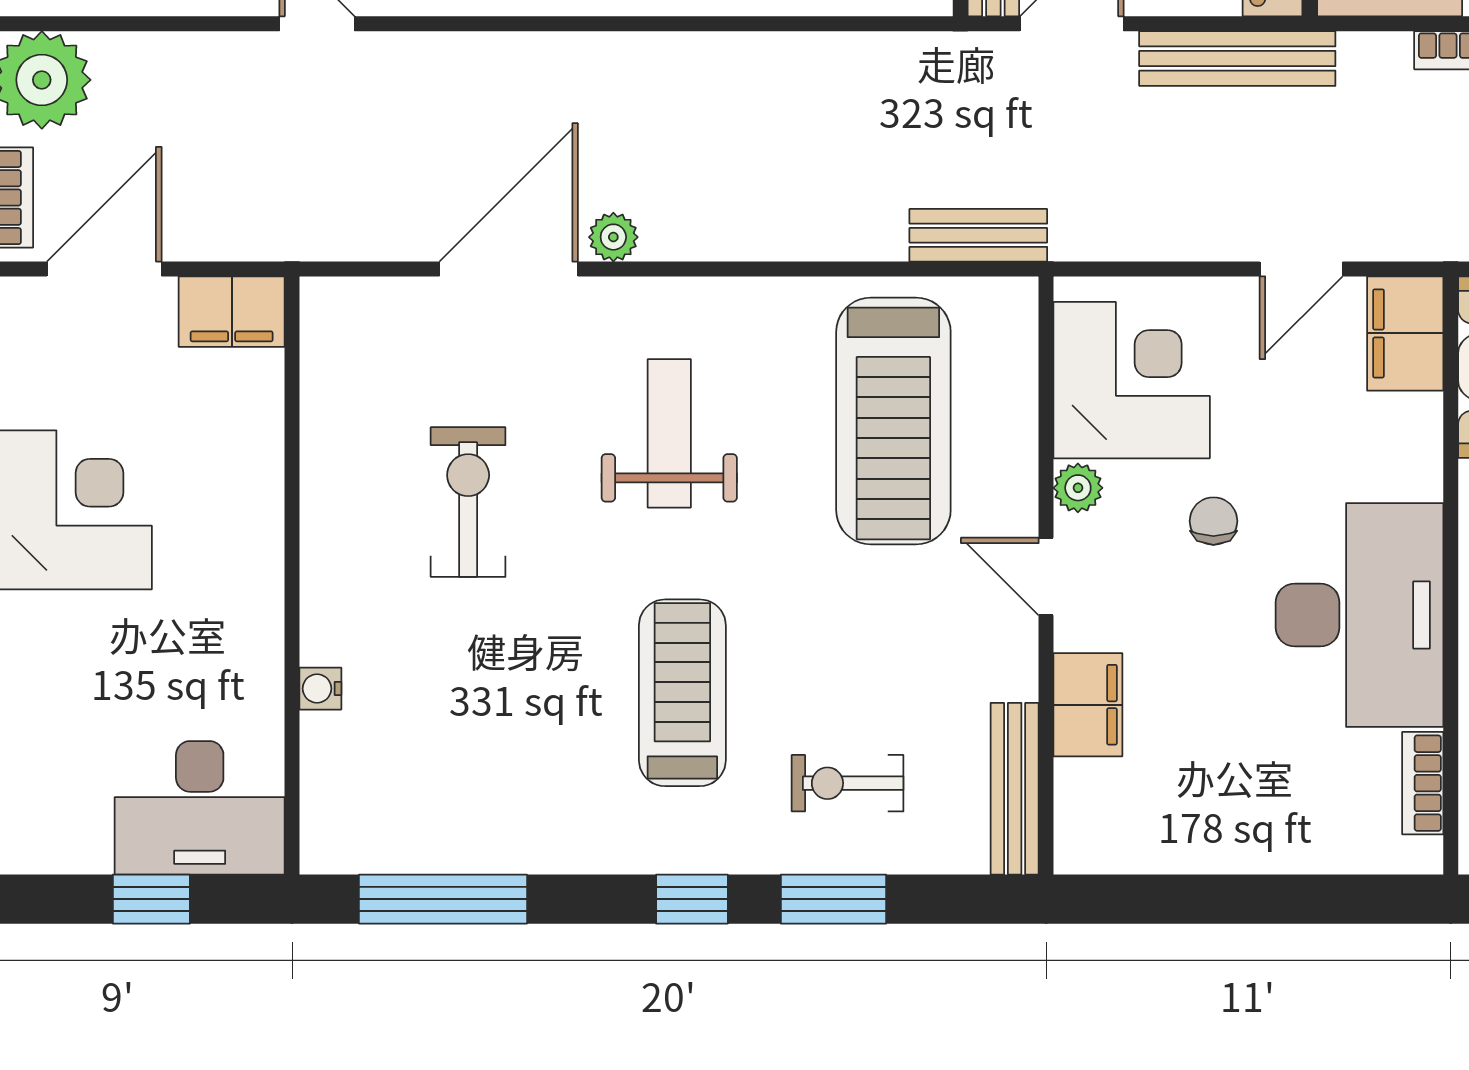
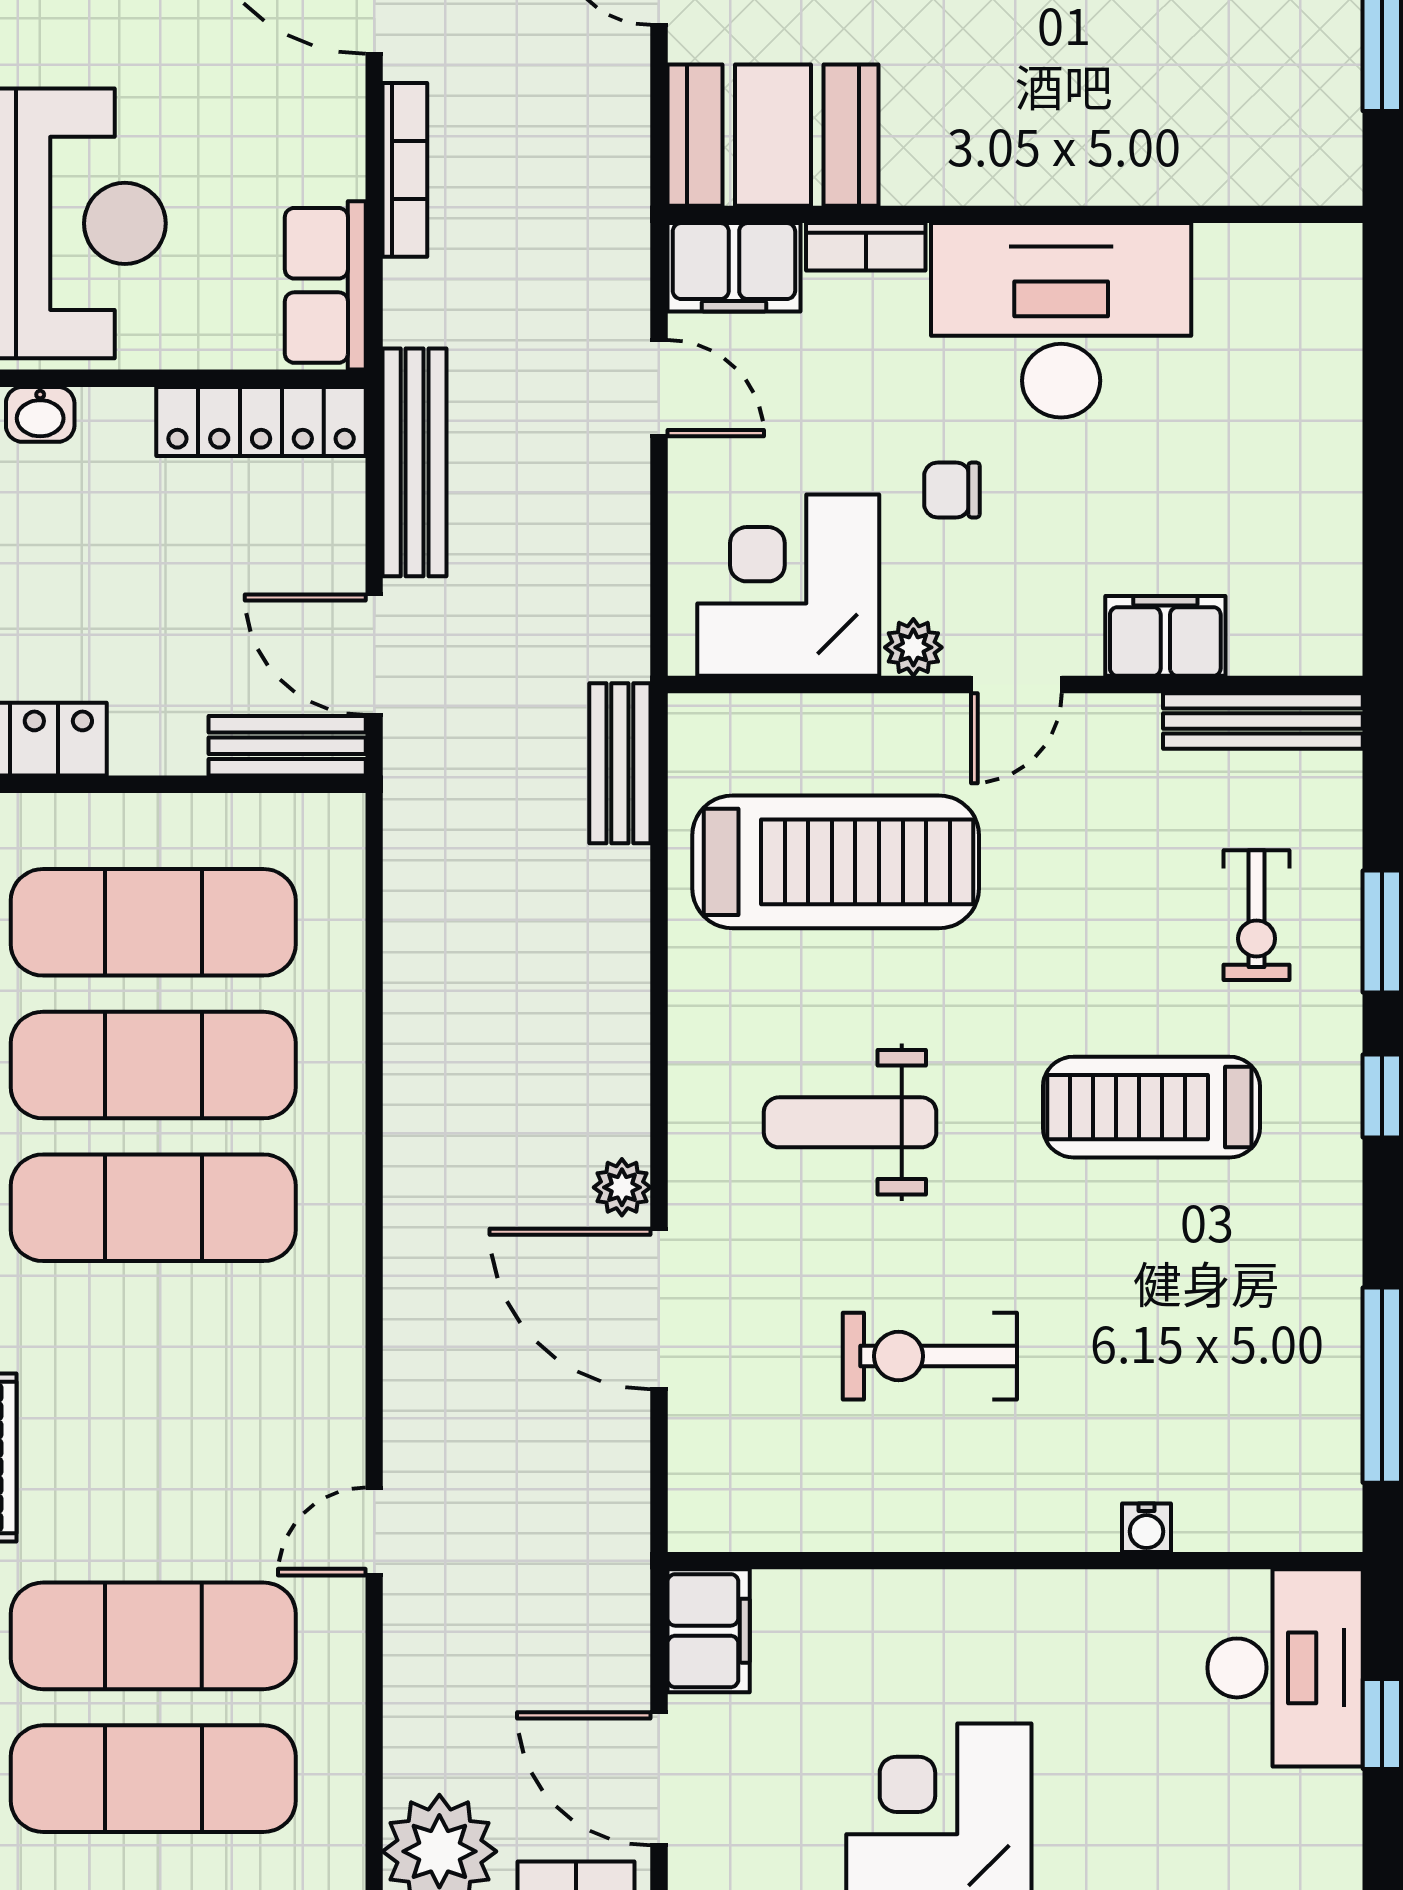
bookcase: (1423, 783) -> (866, 247), moved

